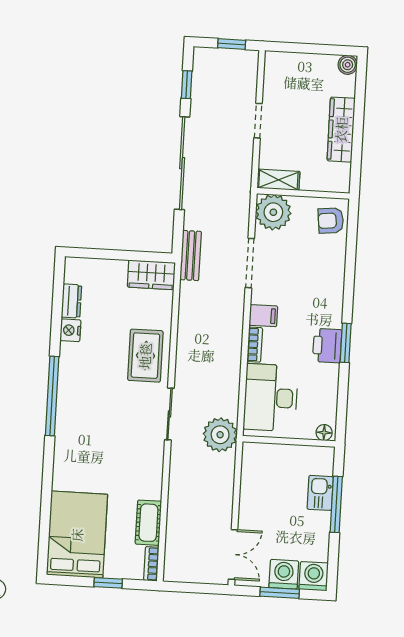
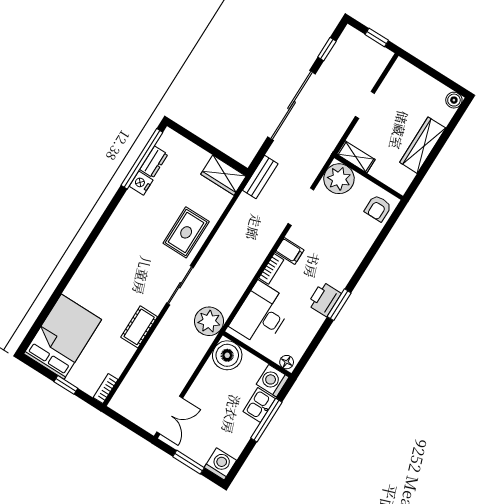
armchair: (331, 221) -> (378, 208), turned -84
window: (52, 396) -> (142, 159), moved
boiler: (259, 460) -> (227, 355), added
cot: (148, 523) -> (139, 327), moved
washing machine: (284, 574) -> (273, 381), moved, turned -90

